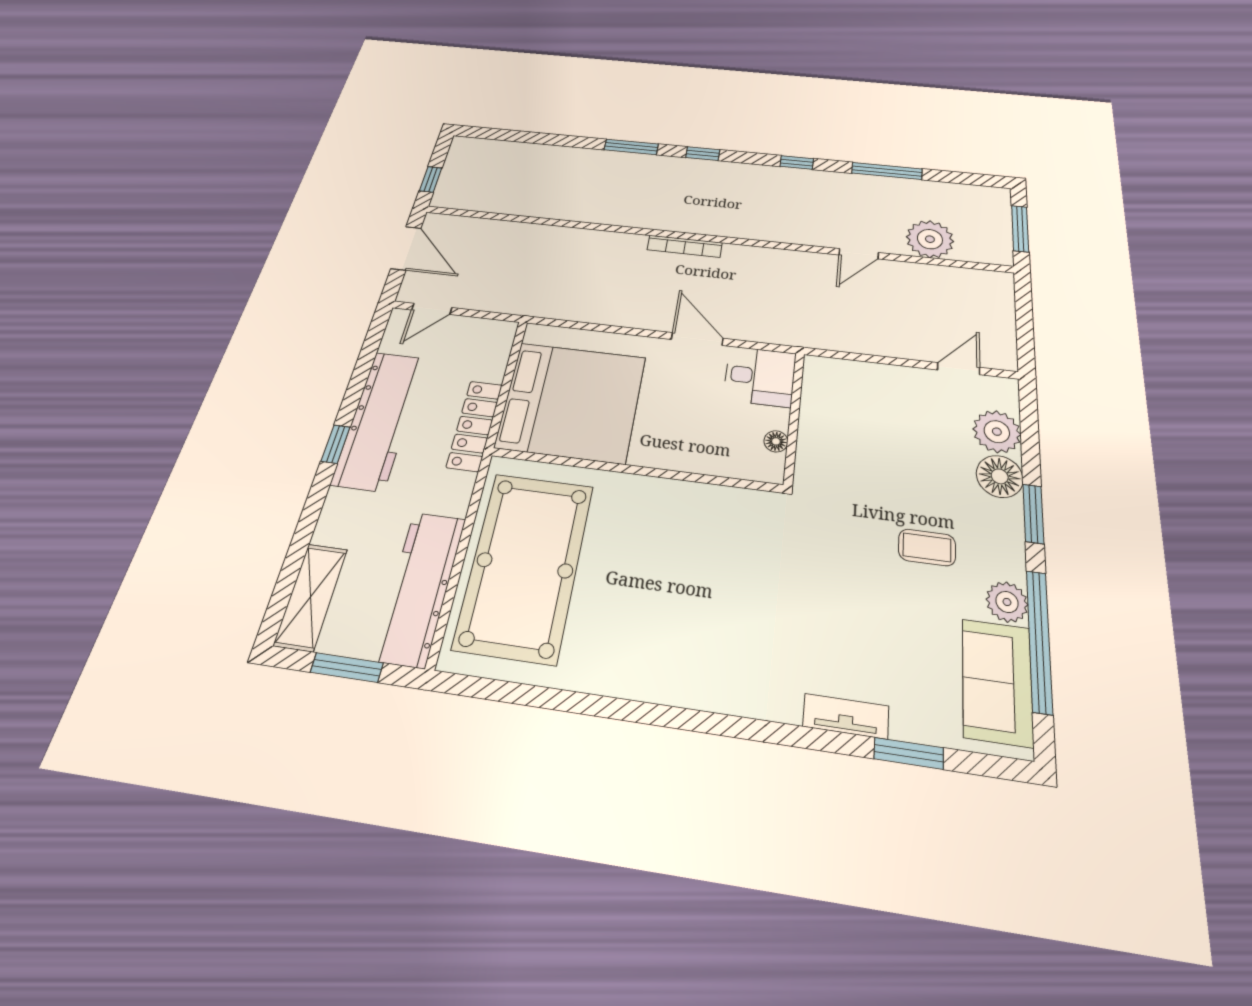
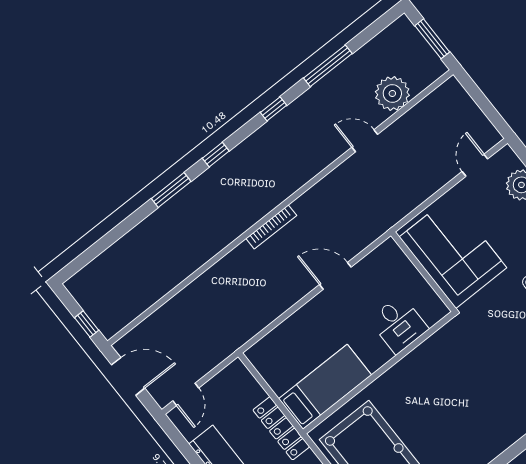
door: (859, 254) -> (365, 141), swing flipped
desk: (760, 376) -> (399, 324), moved, turned 90
bed: (571, 402) -> (325, 387), width x0.49
corner sofa: (848, 428) -> (453, 252), added
floor lamp: (776, 441) -> (427, 293), removed

